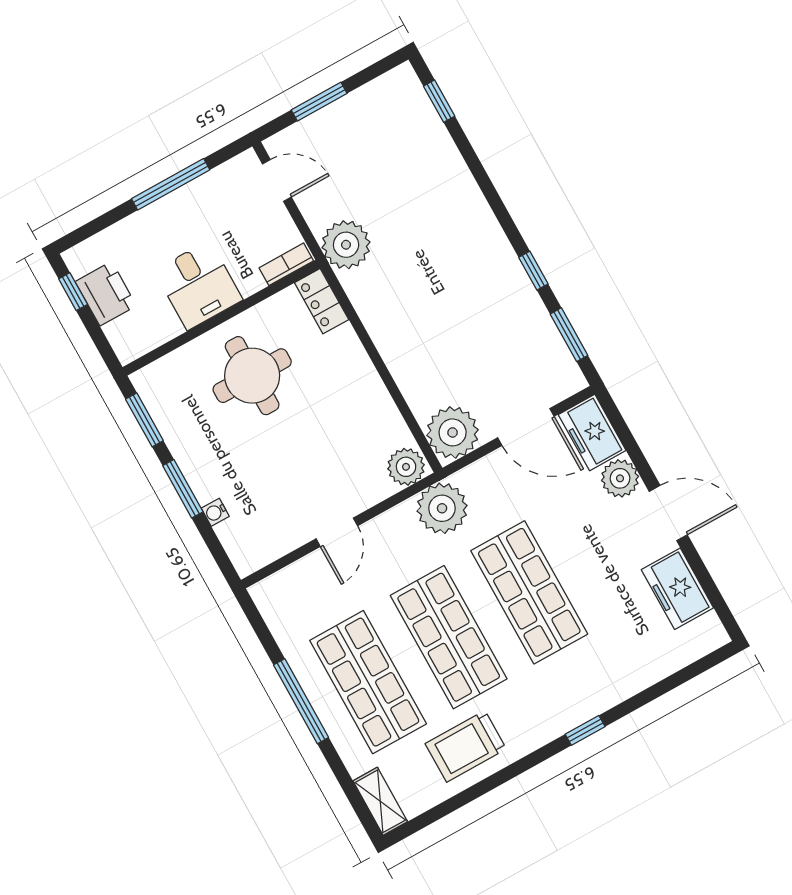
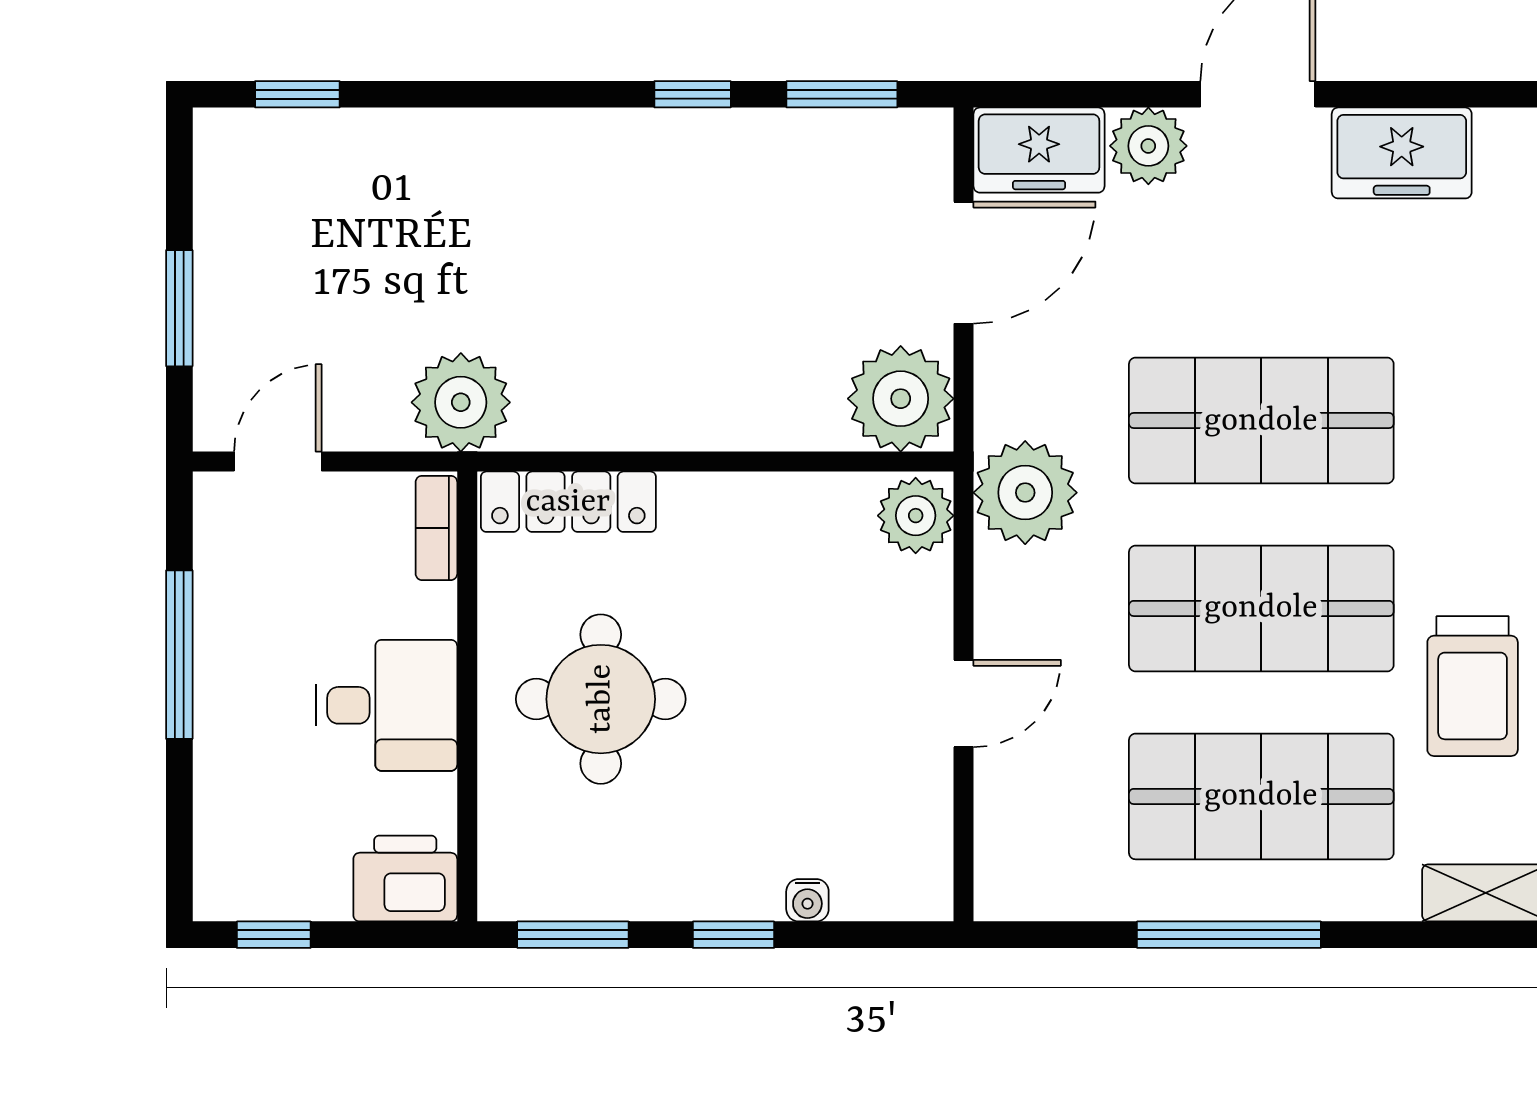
printer: (106, 294) -> (405, 879), moved
locker: (322, 301) -> (568, 502), width x1.53
window: (183, 489) -> (733, 935), width x0.67
door: (337, 532) -> (964, 703), hinge flipped

